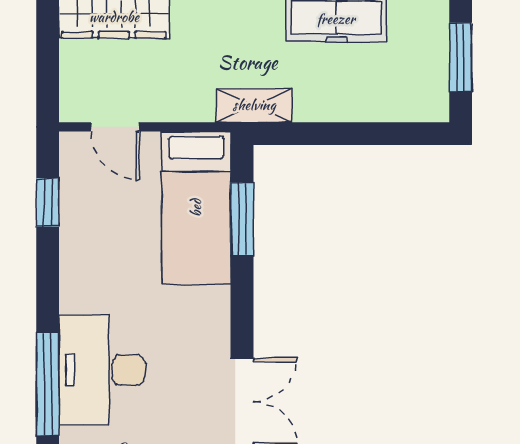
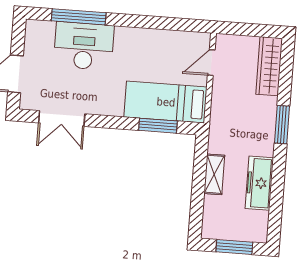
shelving: (254, 105) -> (214, 174), moved
window: (48, 202) -> (174, 24), removed

